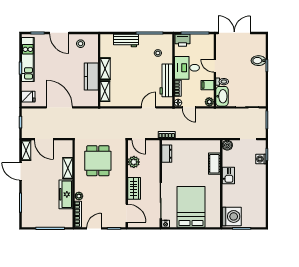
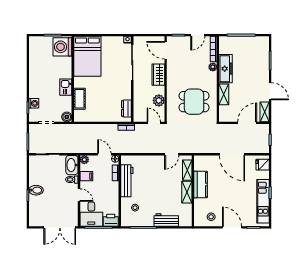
bidet: (259, 61) -> (36, 190), moved
desk: (187, 68) -> (91, 214), moved, turned 90
door: (149, 107) -> (172, 154), moved
door: (44, 139) -> (247, 123), hinge flipped
dining table: (98, 161) -> (194, 102), turned 90
bed: (191, 207) -> (87, 56), moved

